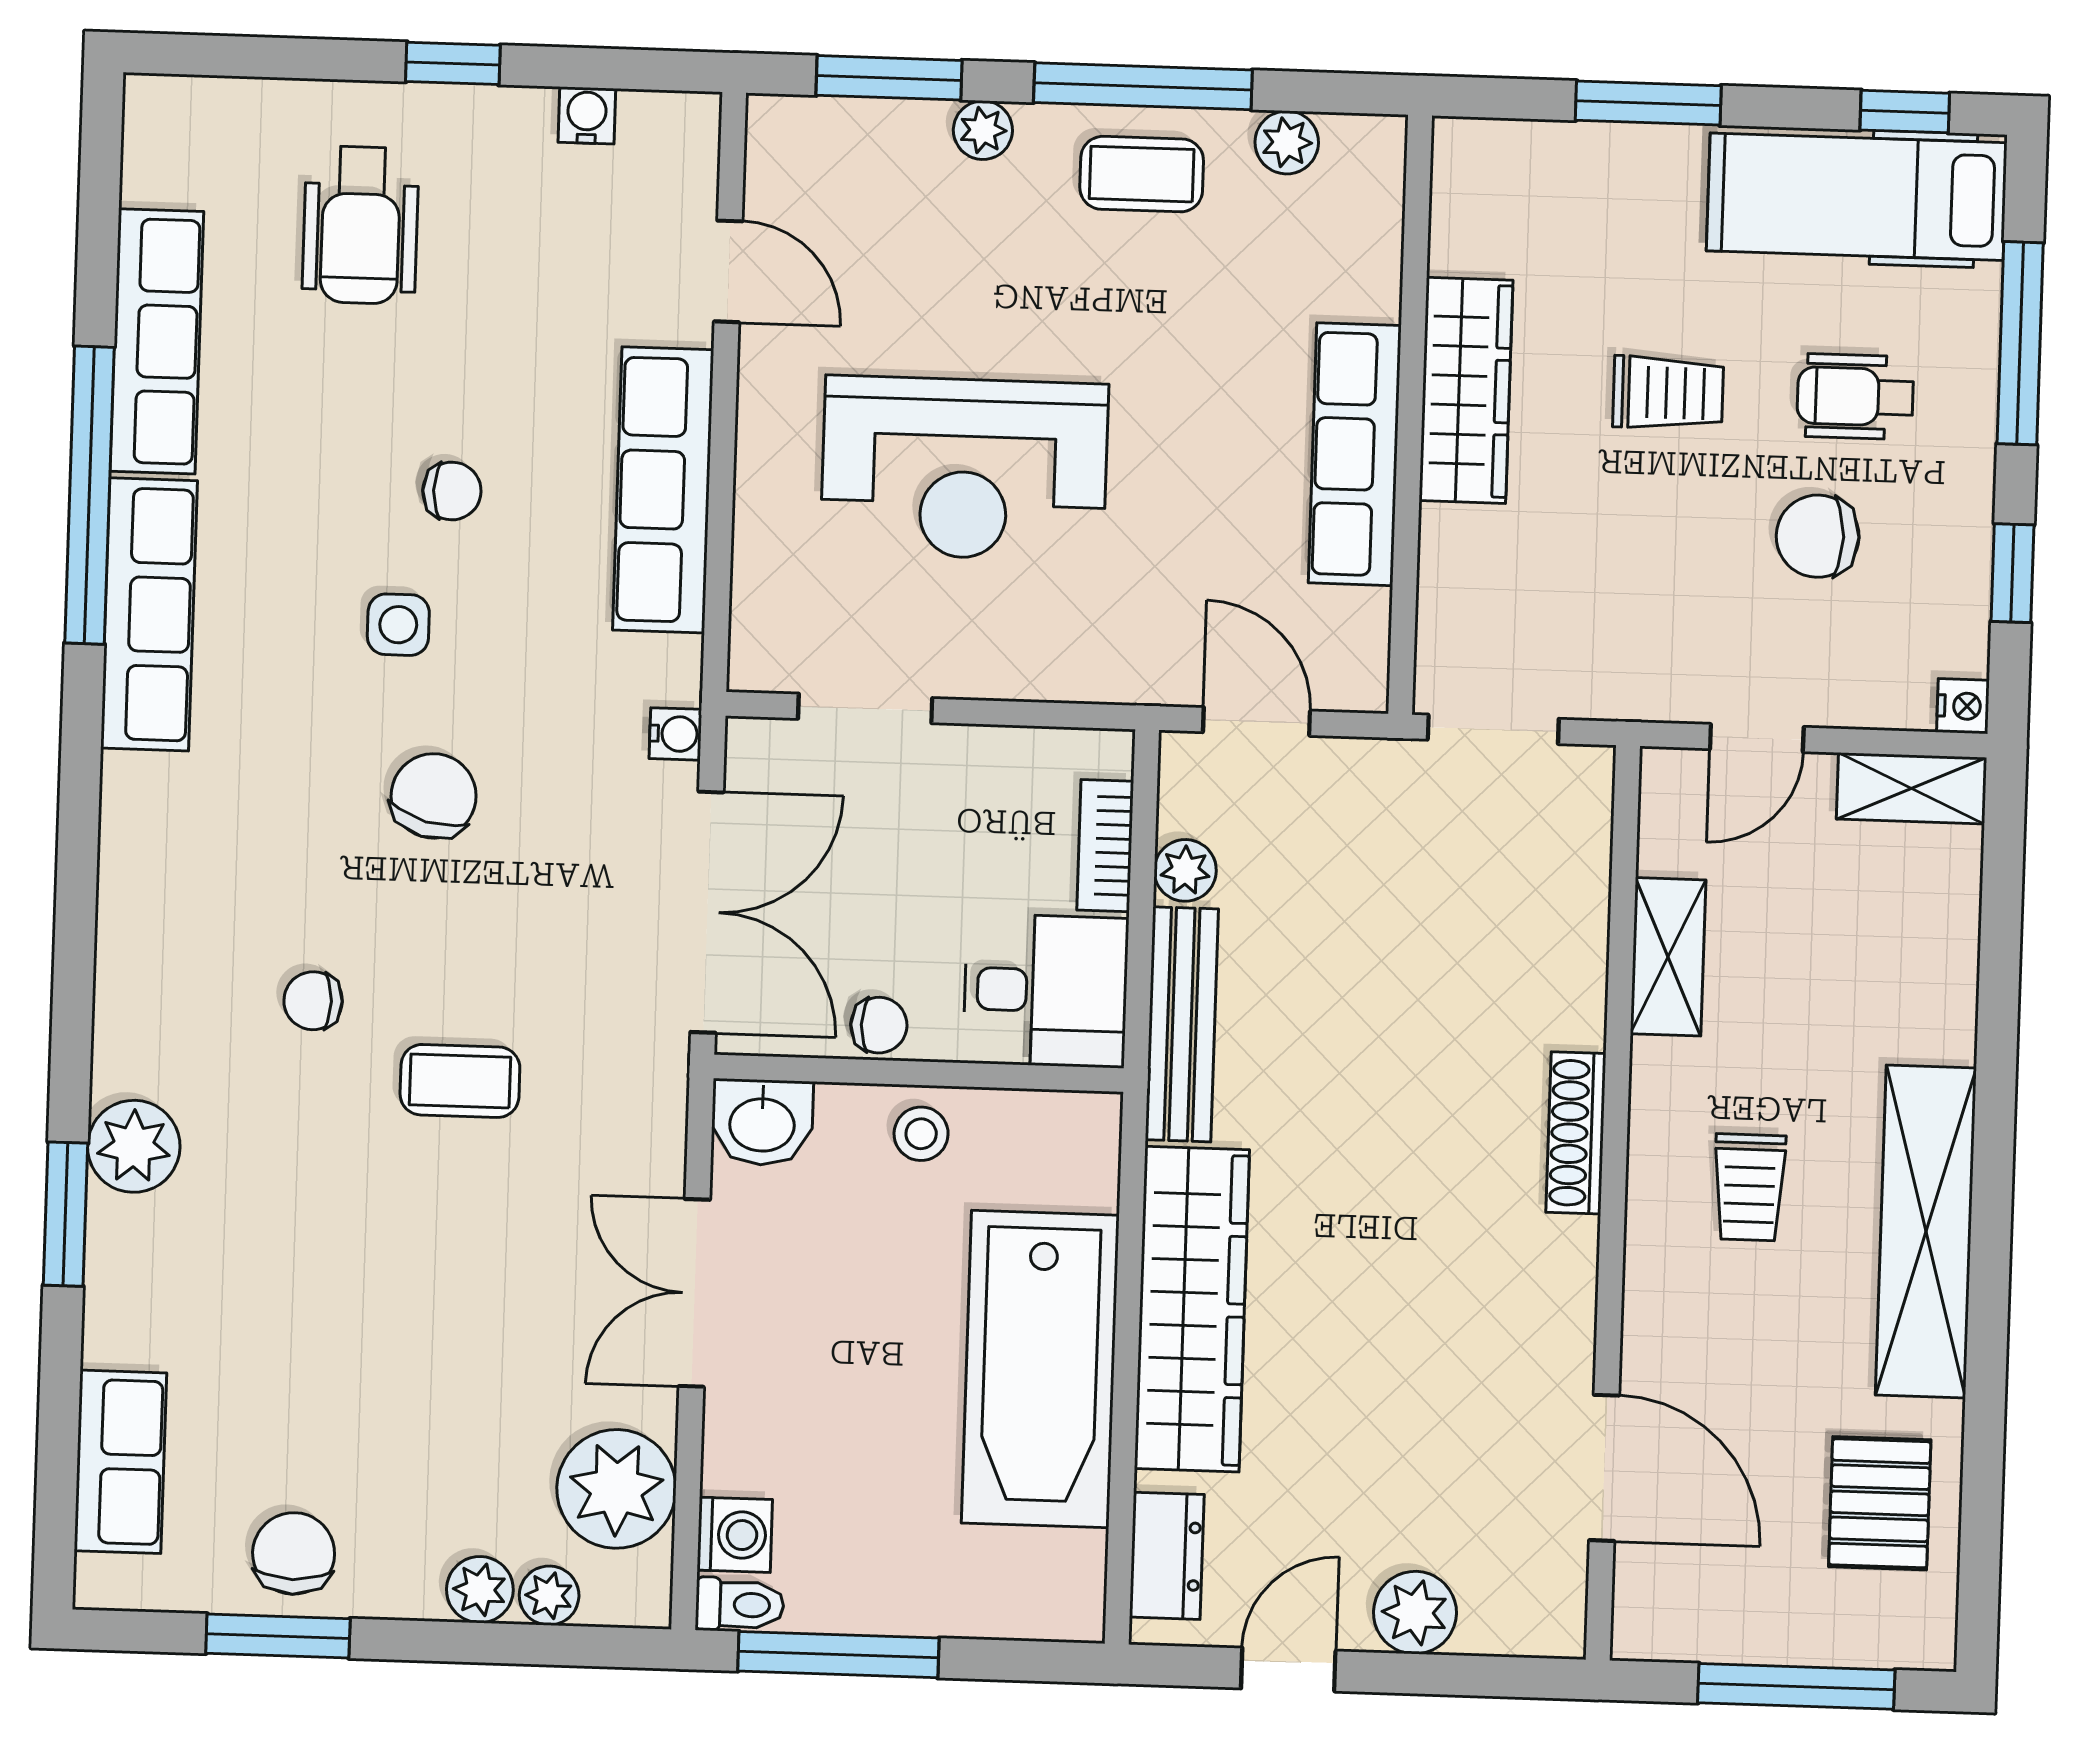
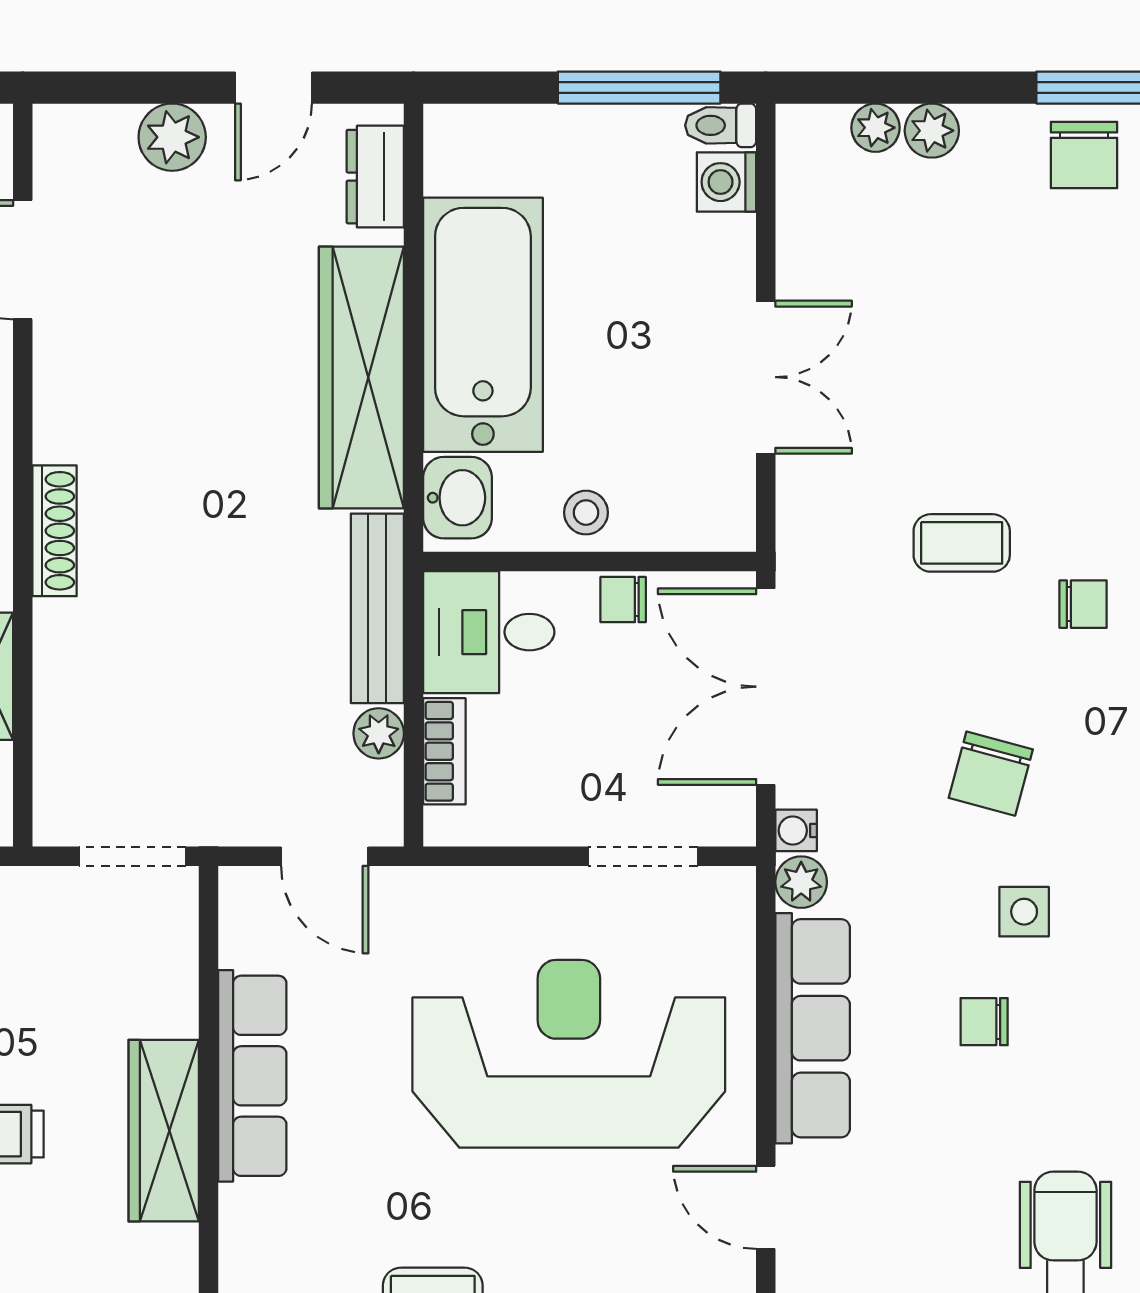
reception desk: (964, 468) -> (569, 1054), width x1.36, depth x1.30
washbasin: (762, 1122) -> (458, 498), moved, turned 90
plant: (616, 1489) -> (801, 882), moved, width x0.53, depth x0.53

